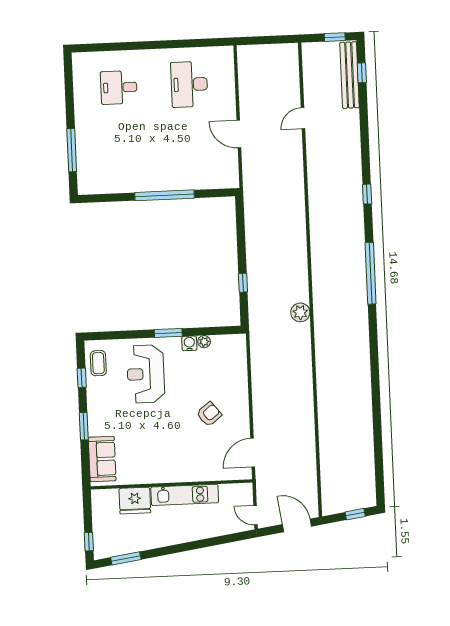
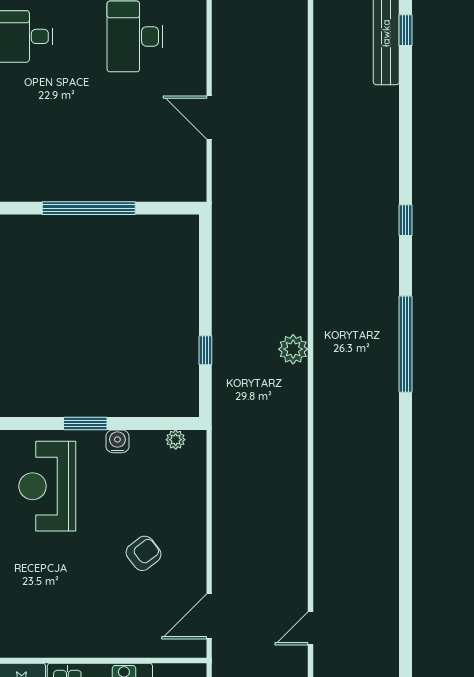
door: (303, 118) -> (311, 628), moved
plant: (300, 312) -> (293, 349), moved
plant: (204, 342) -> (176, 440), moved

